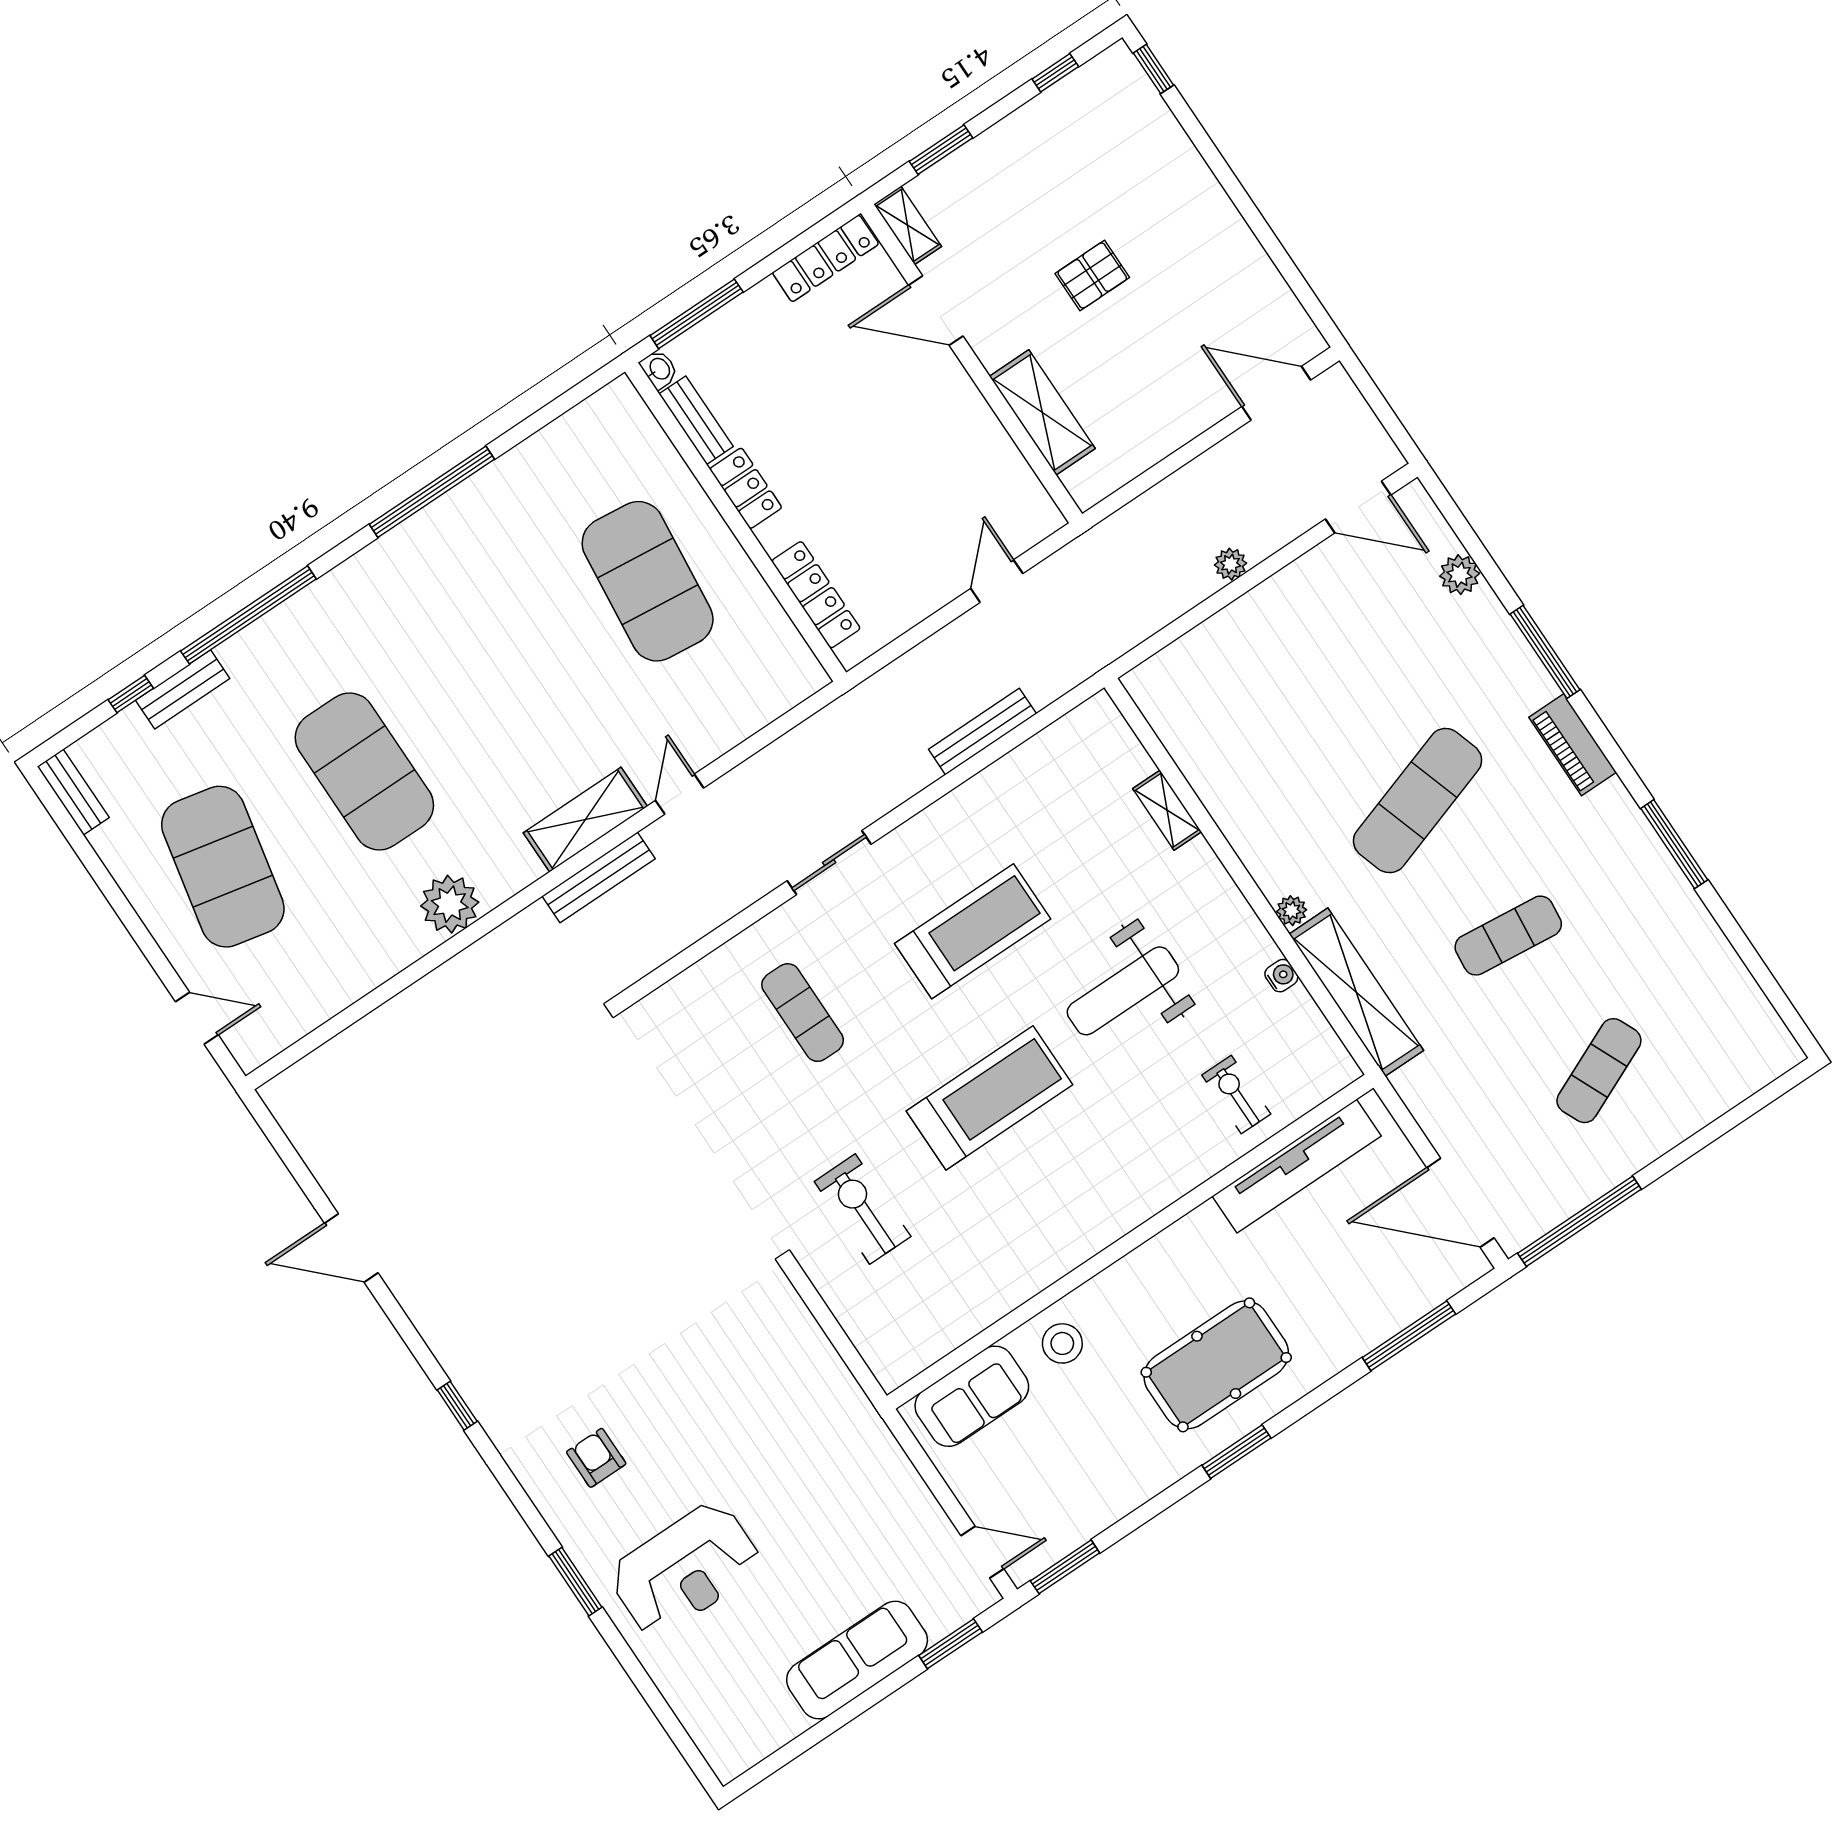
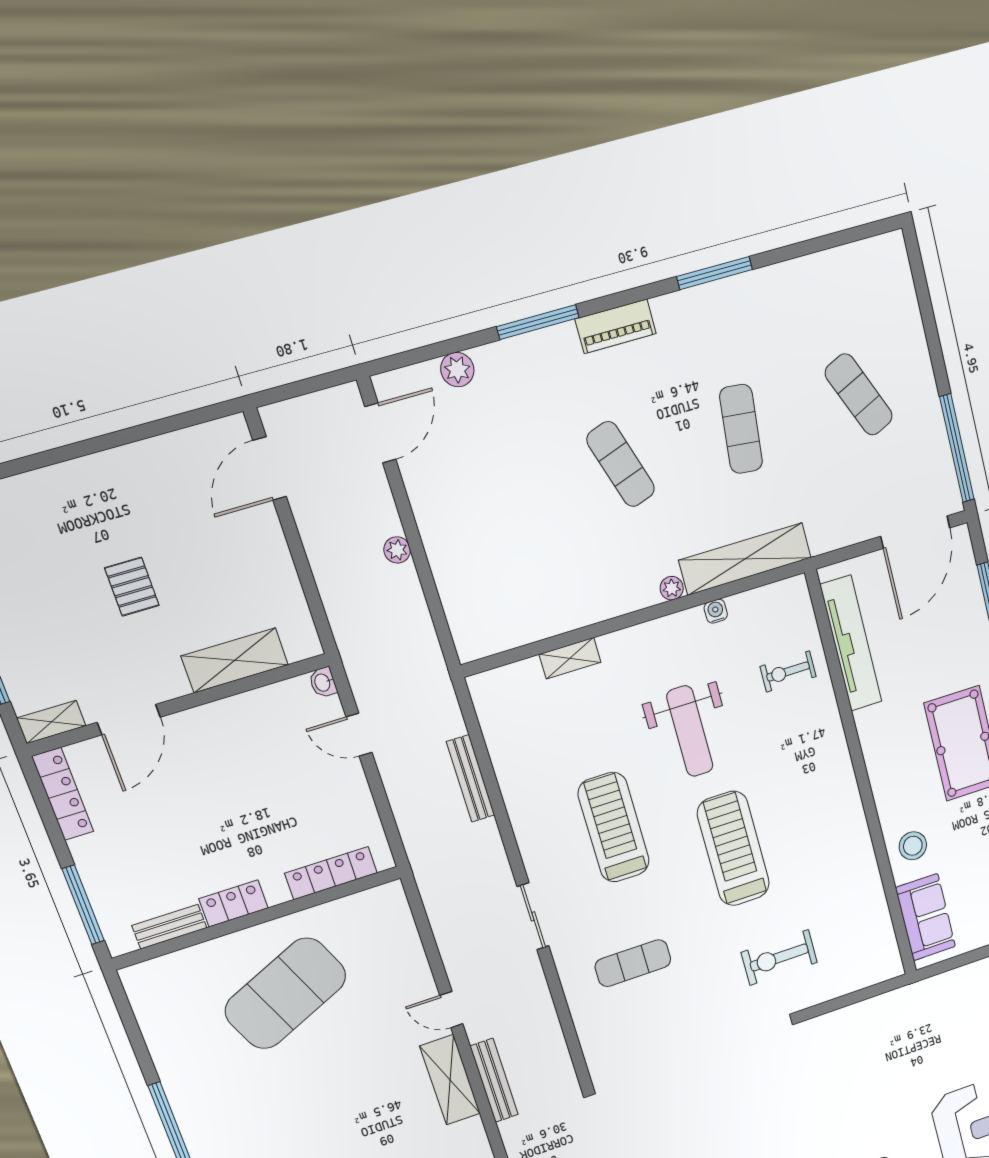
washbasin: (659, 369) -> (323, 682), moved, turned -90
exercise mat: (648, 581) -> (286, 993), turned -30
exercise mat: (1418, 801) -> (621, 464), width x0.73, depth x0.69

